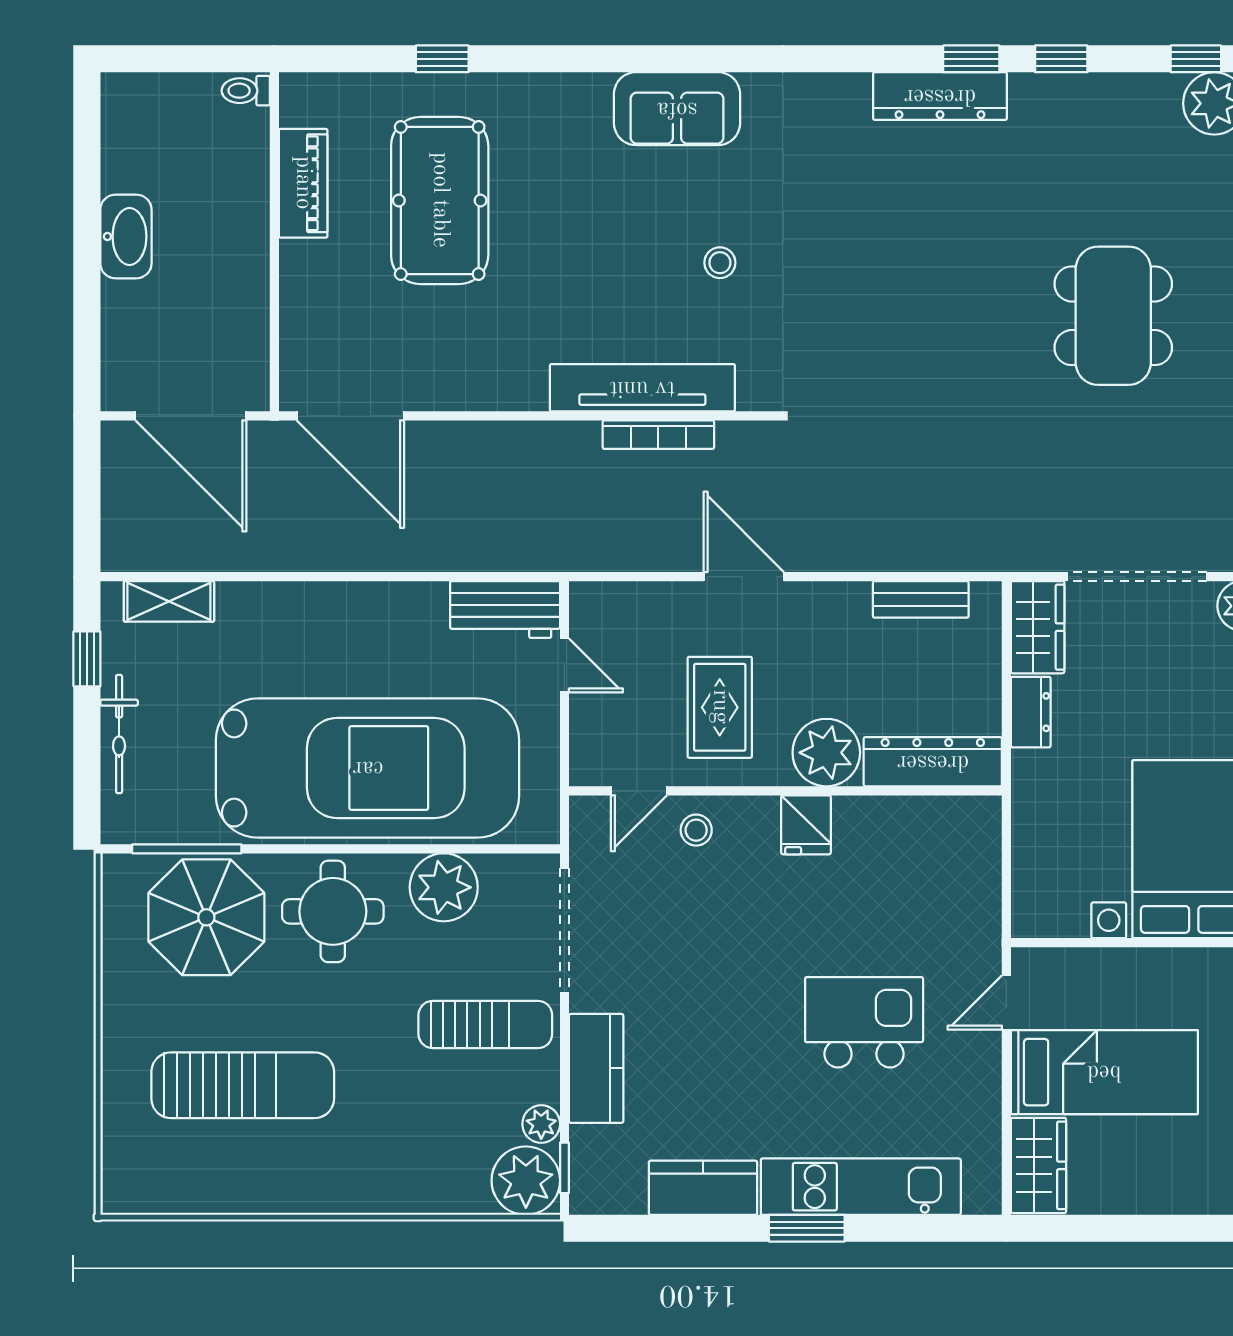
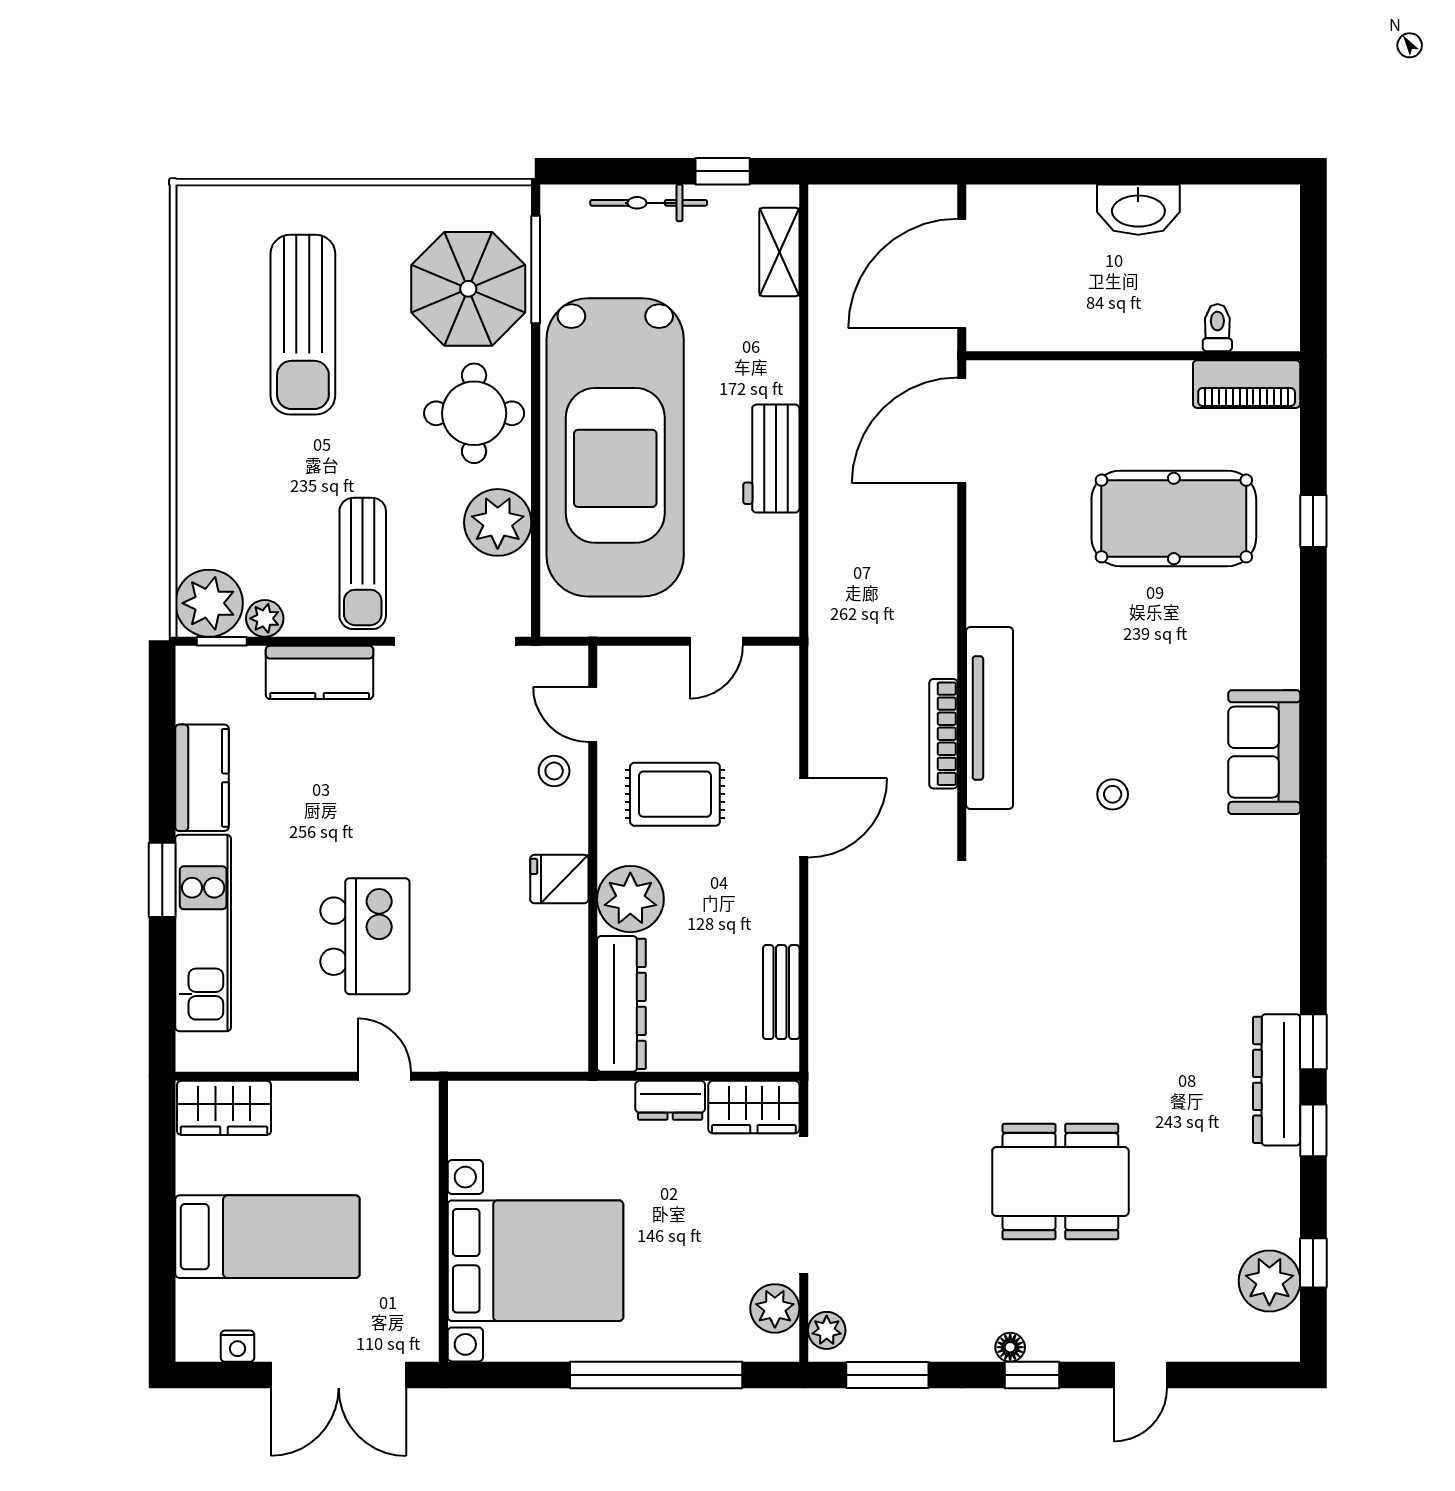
toilet: (246, 91) -> (1217, 328), moved
dresser: (940, 96) -> (1277, 1080), moved
piano: (303, 183) -> (1247, 384), moved
workbench: (505, 609) -> (771, 459), moved
bed: (1104, 1072) -> (267, 1237), moved, turned -90

